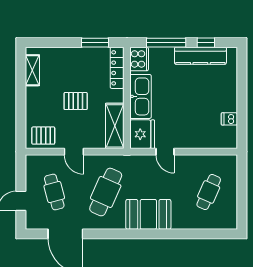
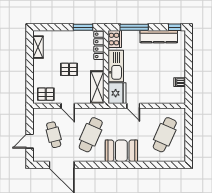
window: (206, 43) -> (175, 27), moved
cafe table: (209, 192) -> (165, 135), width x1.37, depth x1.35

